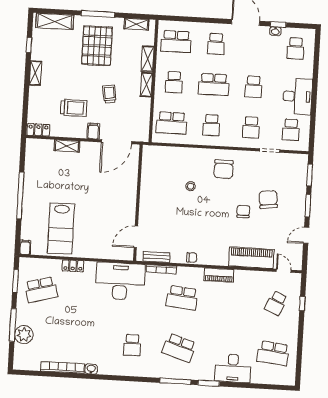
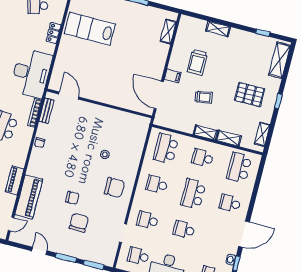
window: (98, 14) -> (278, 101), width x0.46
pallet: (97, 46) -> (250, 95), width x0.73, depth x0.71
shelving: (35, 73) -> (218, 29), moved
locker: (38, 130) -> (184, 26), removed
shelving: (67, 146) -> (168, 32), moved
chair: (224, 169) -> (114, 188), turned 180
chair: (268, 199) -> (79, 223), turned -83
piano: (219, 275) -> (15, 180), moved

